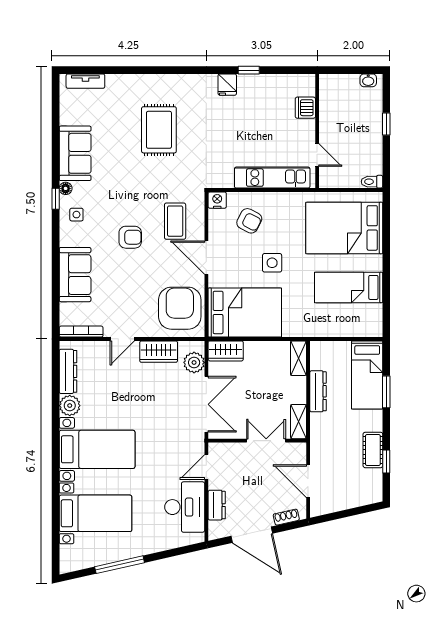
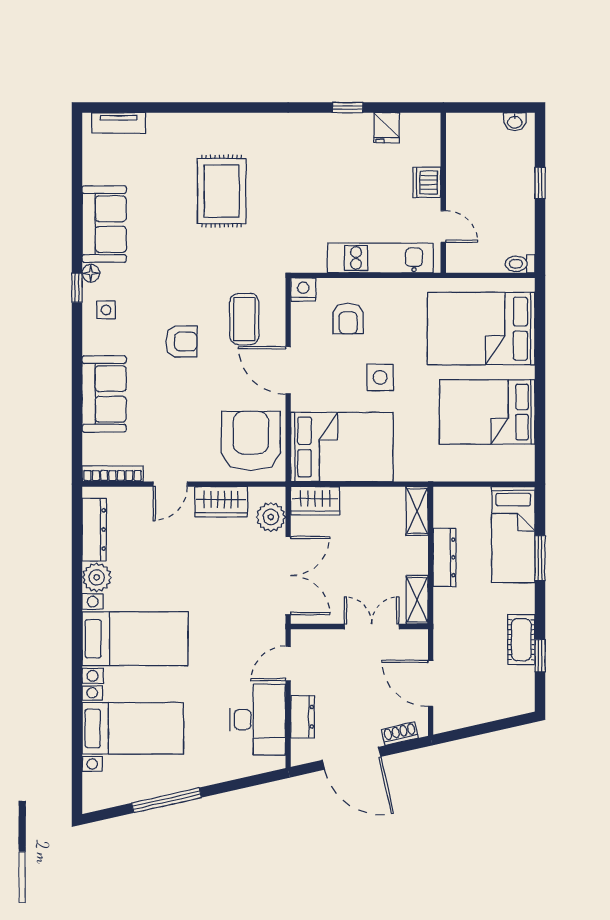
fridge: (227, 85) -> (387, 128), moved
dishwasher: (305, 108) -> (427, 182), moved
armchair: (249, 221) -> (348, 319), turned 63
bed: (349, 287) -> (487, 412), width x1.50

